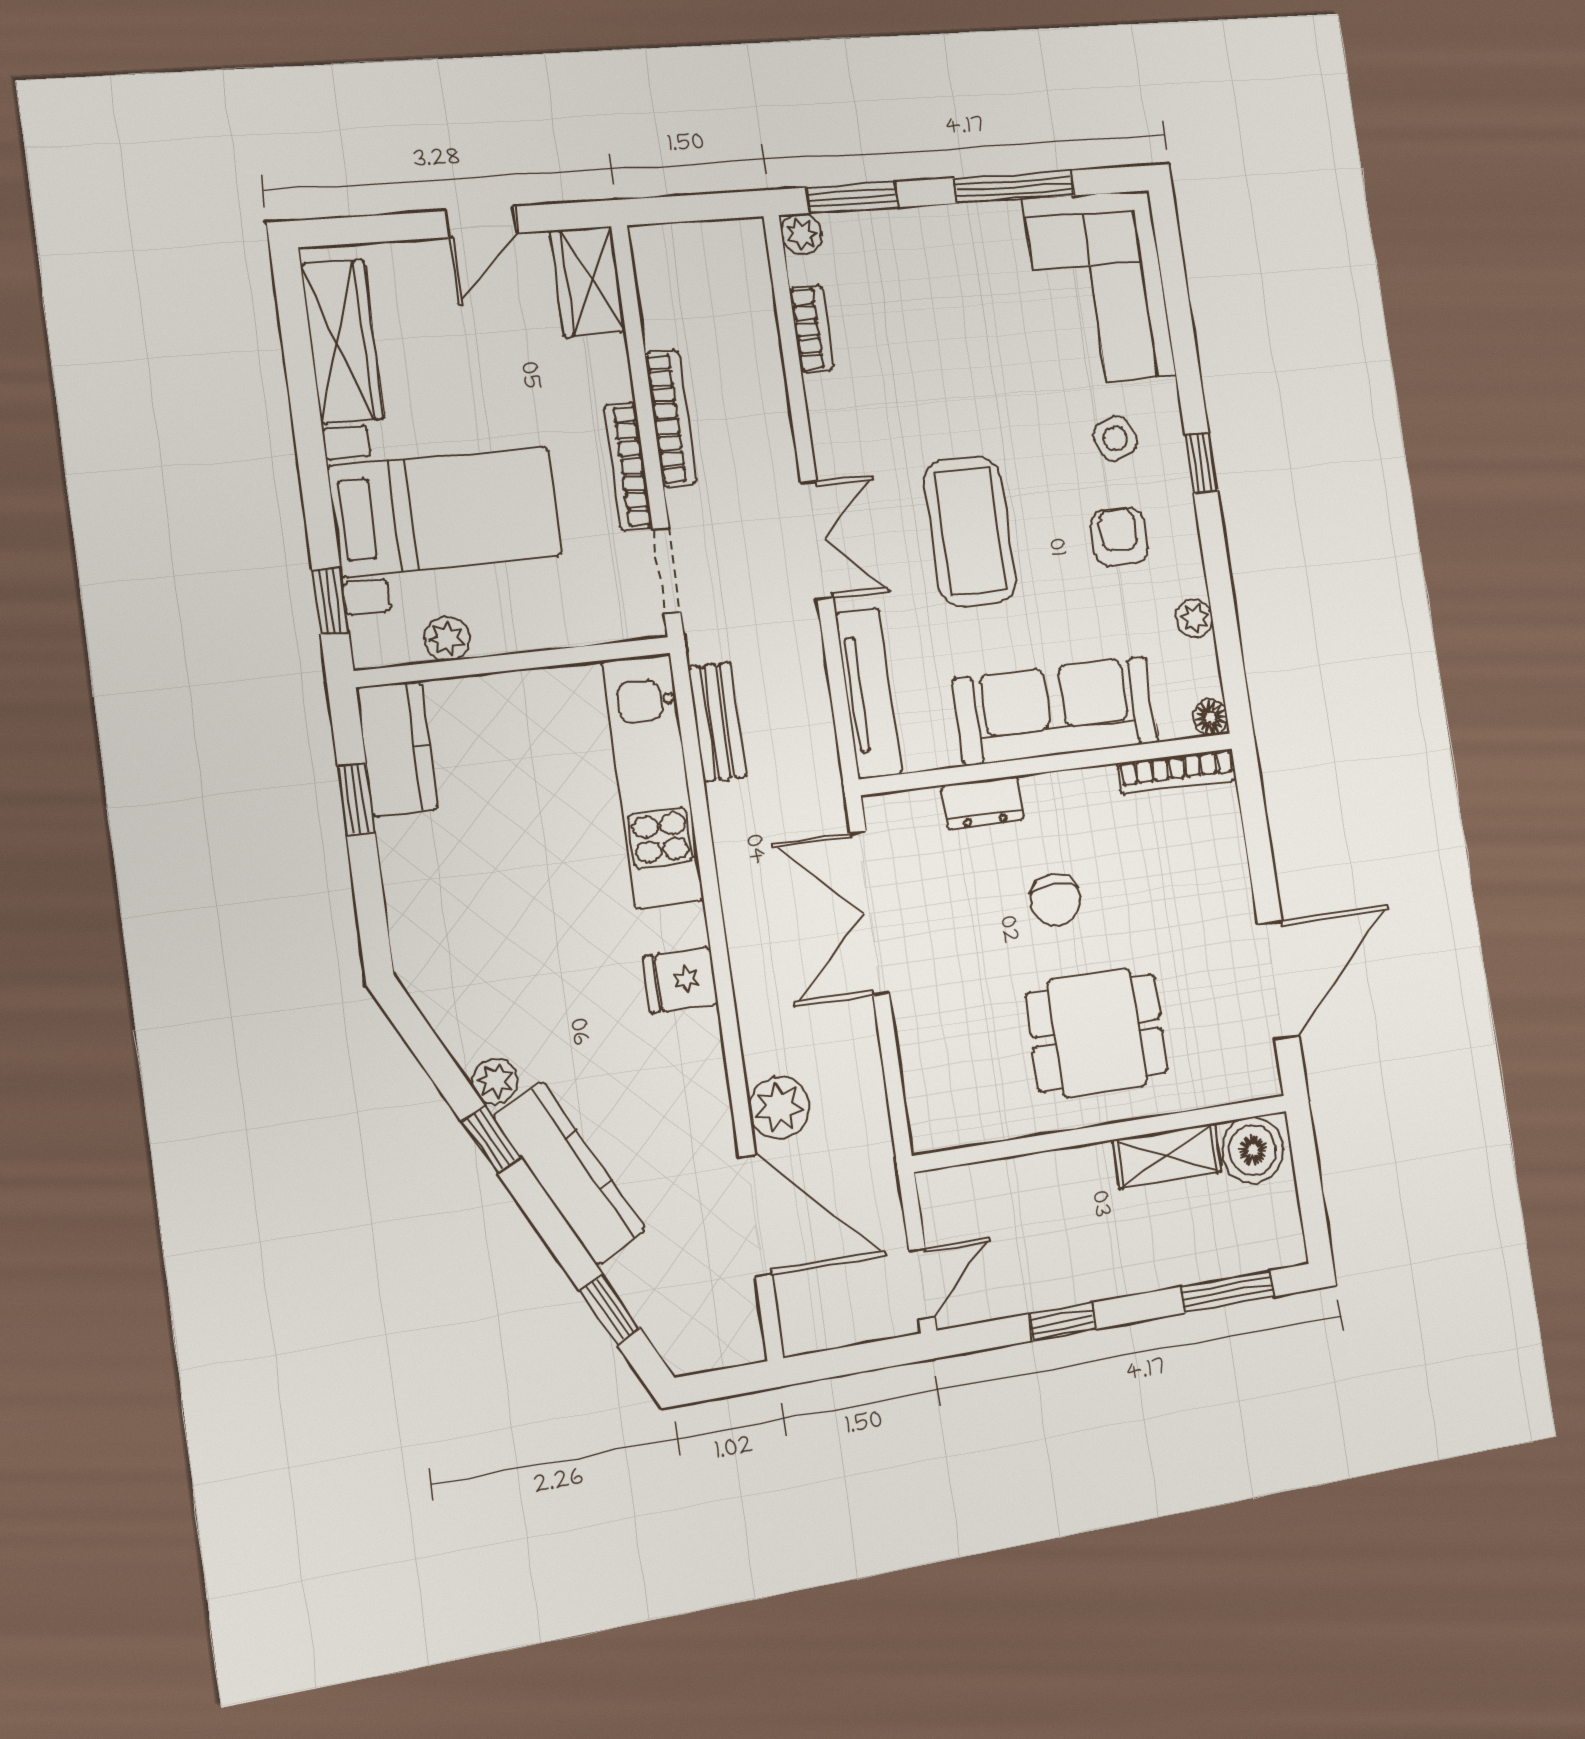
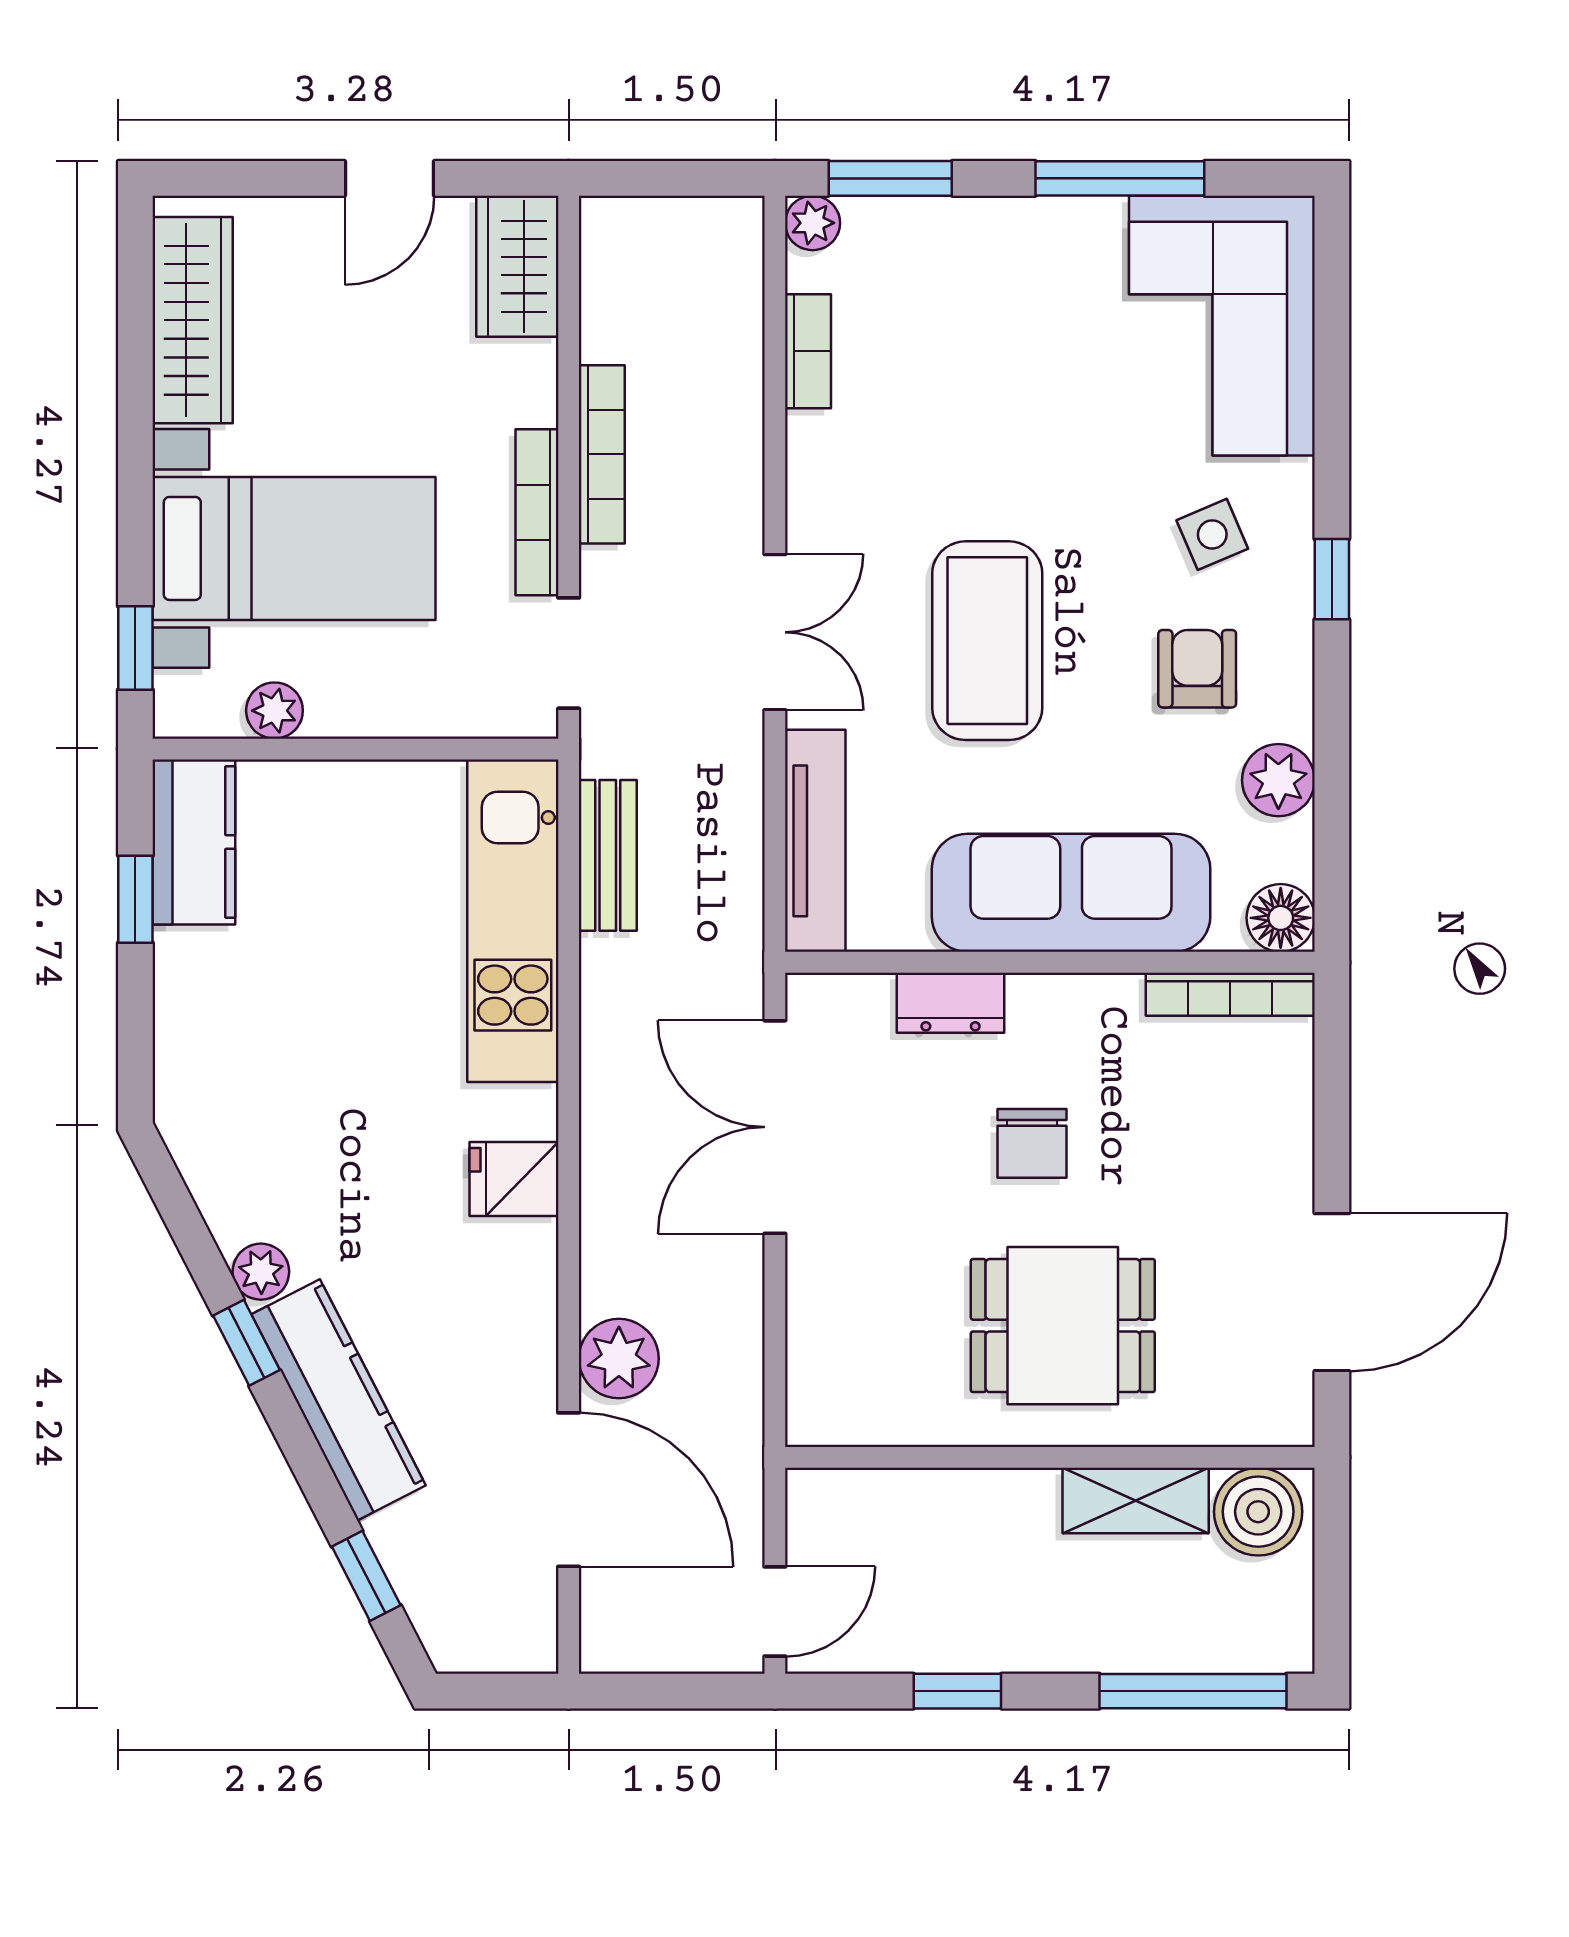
plant: (1194, 618) -> (1278, 780), width x1.38, depth x1.38
floor lamp: (1210, 718) -> (1281, 918), width x1.37, depth x1.37
window: (1228, 1292) -> (1193, 1691), width x1.44

